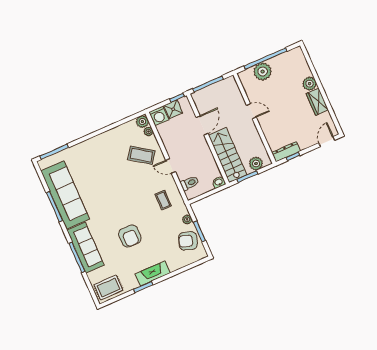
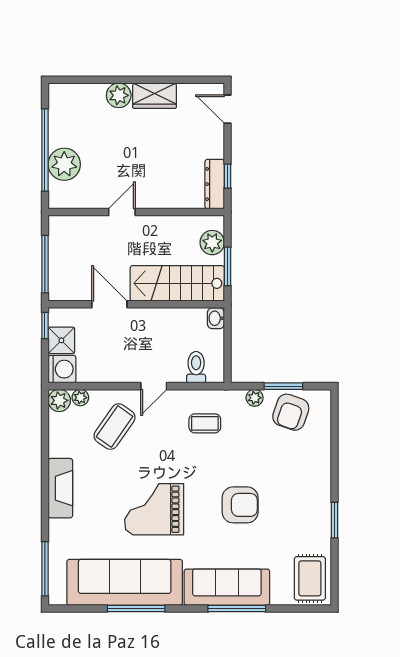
grand piano: (109, 194) -> (154, 509), added
fireplace: (153, 274) -> (60, 488), moved, turned 180

